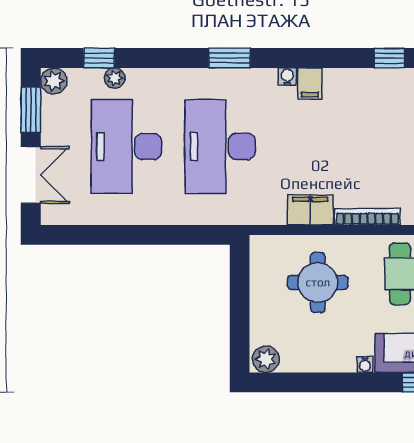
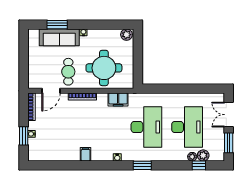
window: (389, 58) -> (73, 165), removed
plant: (54, 81) -> (203, 155), moved
filing cabinet: (310, 84) -> (86, 154), moved
filing cabinet: (310, 210) -> (118, 99), moved
round table: (318, 282) -> (104, 68), width x1.36, depth x1.36

